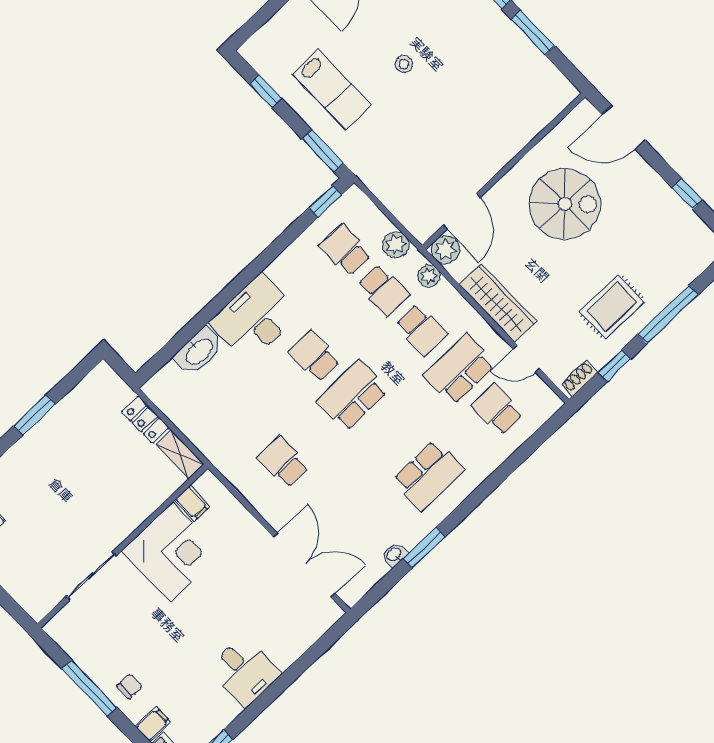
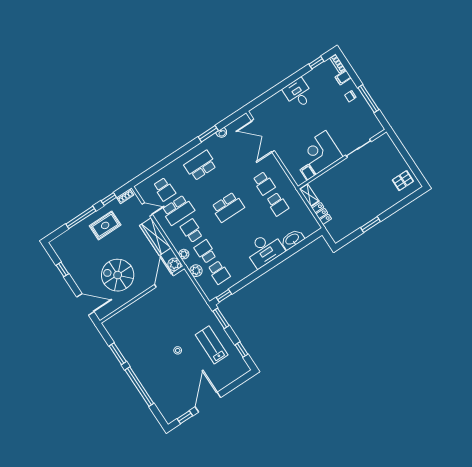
school desk: (314, 356) -> (278, 204), moved

